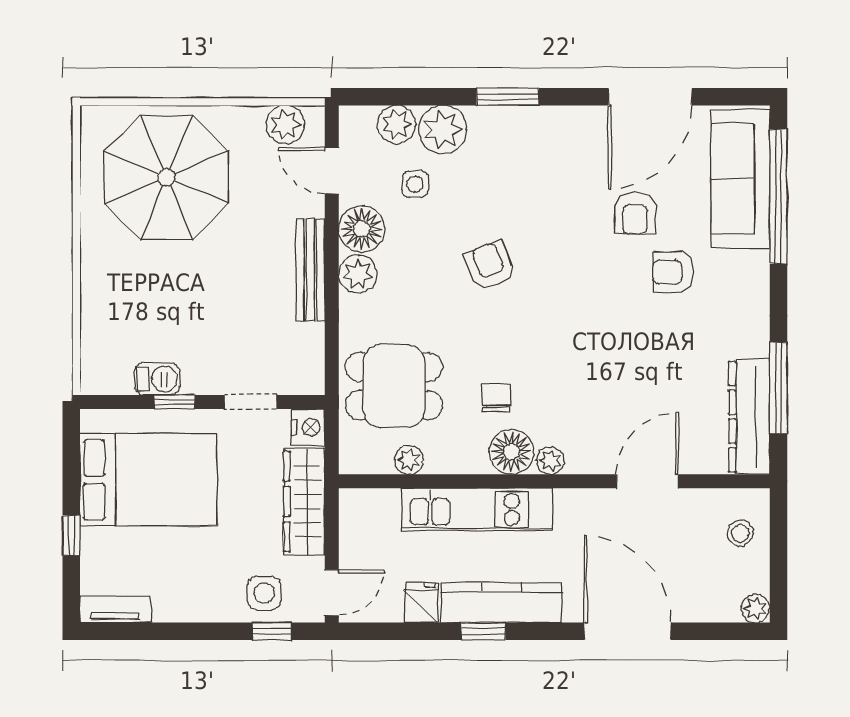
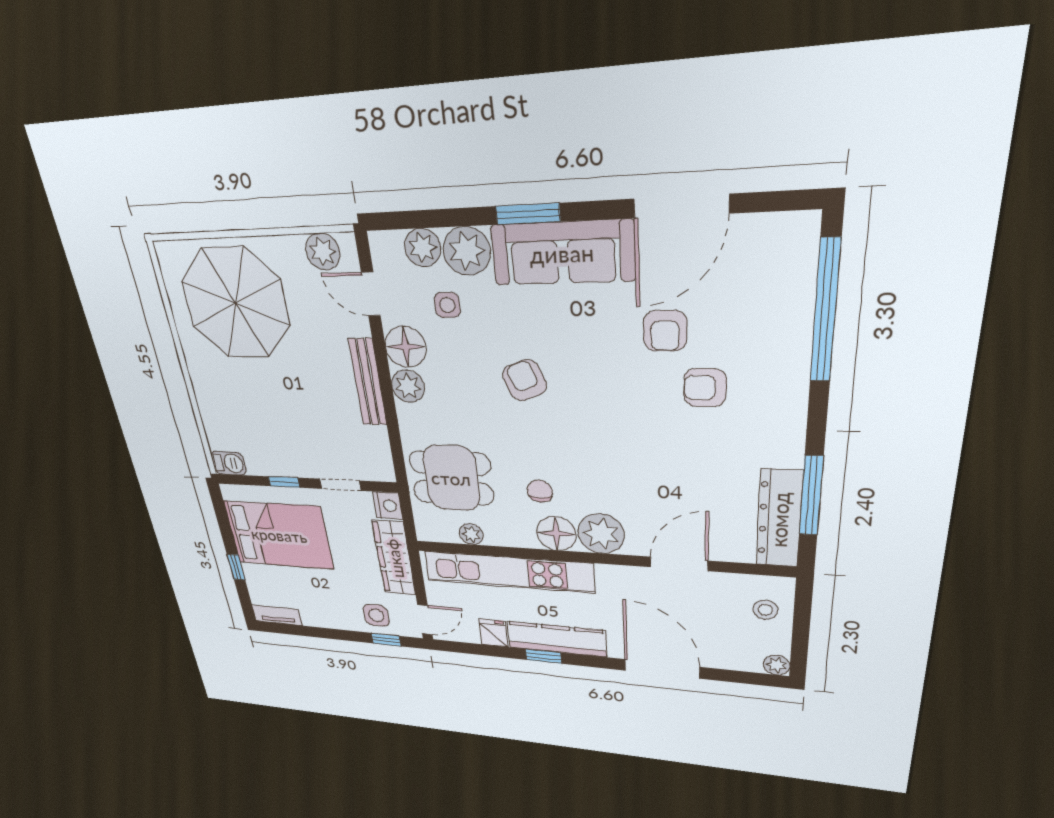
sofa: (740, 179) -> (562, 253), moved, turned -90
barbecue: (157, 379) -> (229, 463), moved
plant: (550, 461) -> (601, 534), width x1.88, depth x1.88
kitchen unit: (477, 509) -> (508, 572), width x1.36

